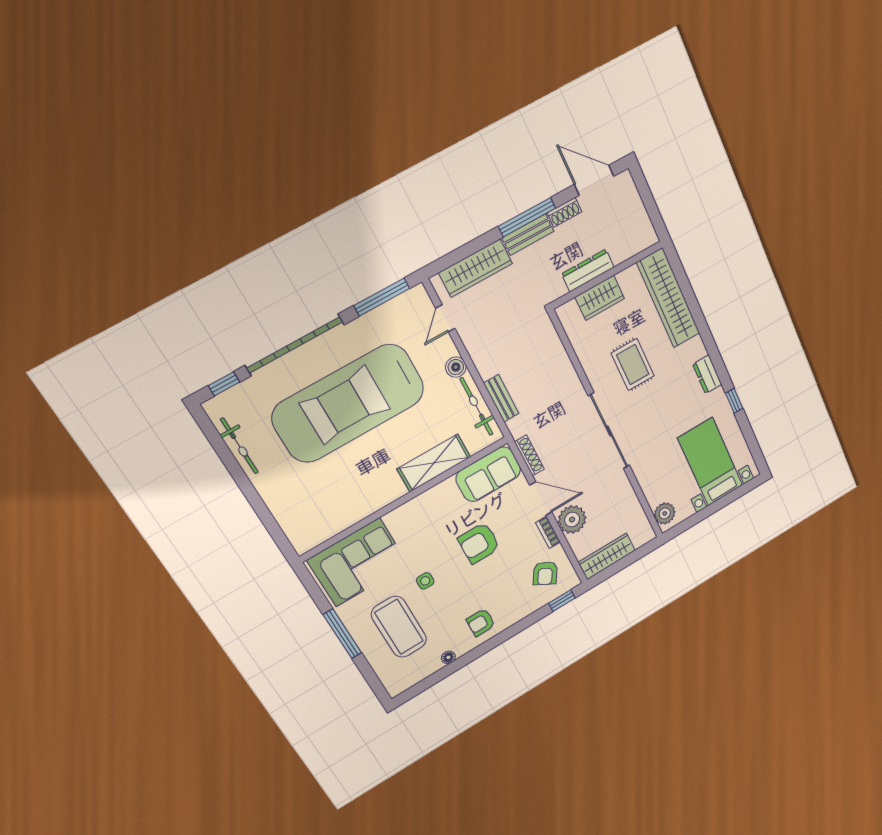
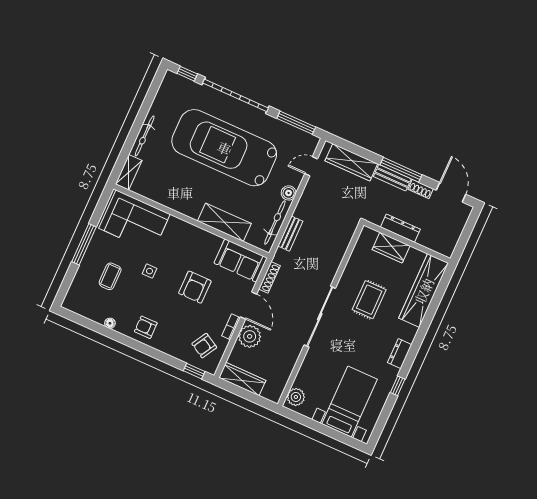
bicycle: (239, 446) -> (145, 136), moved
shelving: (296, 533) -> (129, 172), added
armchair: (479, 543) -> (195, 287), turned -90
coffee table: (399, 627) -> (110, 276), width x0.54, depth x0.58

